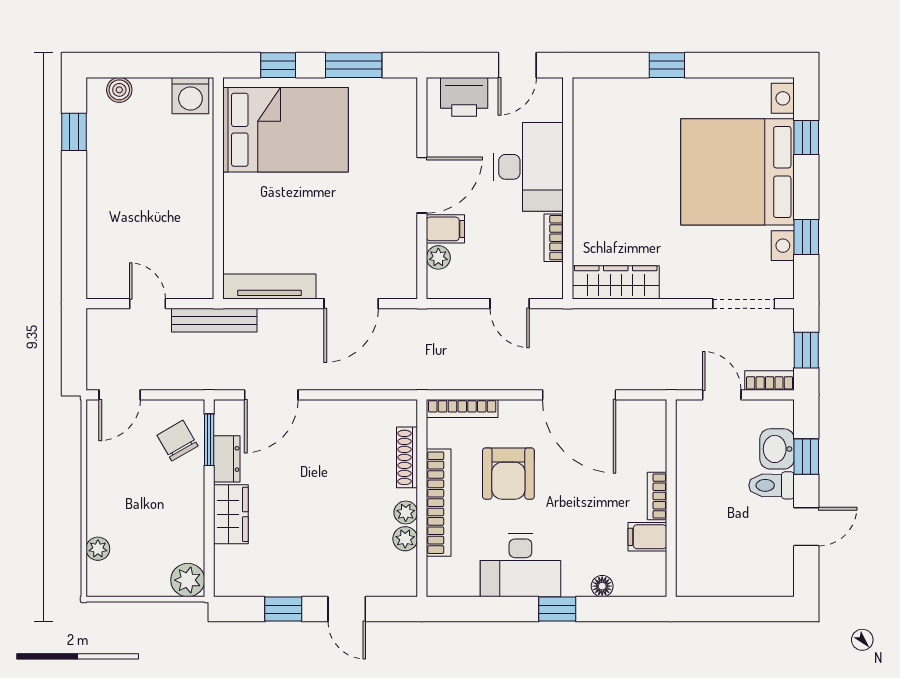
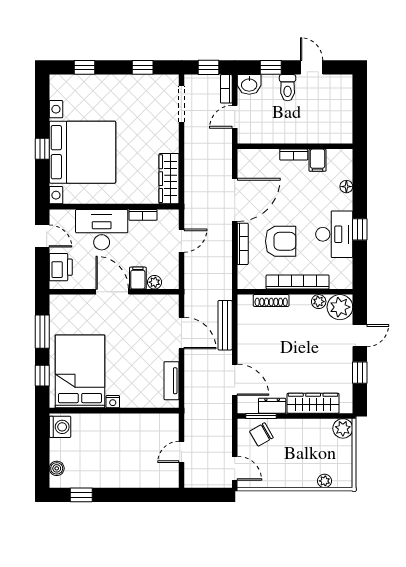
bed with nightstands: (737, 172) -> (82, 152), moved, turned -90
nightstand: (234, 186) -> (113, 402), added
tv unit: (269, 287) -> (171, 381), width x0.71
bench: (214, 320) -> (225, 325), moved
bookcase: (462, 409) -> (243, 244), moved
washbasin: (777, 449) -> (249, 84), moved
plant: (406, 513) -> (340, 307), moved, width x1.88, depth x1.88
wardrobe: (231, 514) -> (313, 403), width x1.50
window: (557, 609) -> (360, 229), moved

